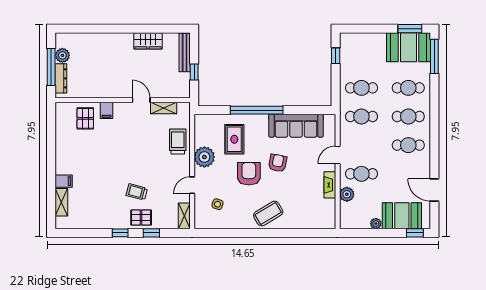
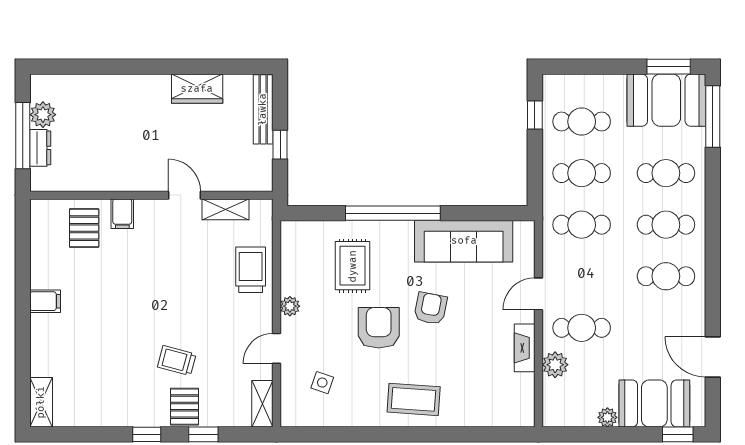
cafe table: (361, 59) -> (582, 122), added
dresser: (61, 78) -> (40, 148), width x0.70
plant: (204, 157) -> (290, 306), width x0.53, depth x0.53
filing cabinet: (64, 181) -> (45, 301), moved
shelving: (61, 202) -> (41, 402), moved
coffee table: (268, 214) -> (414, 399), turned 35
pallet: (141, 218) -> (185, 407), turned 90

